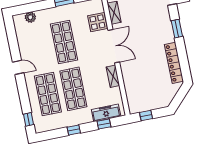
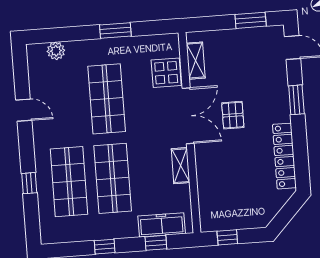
pallet: (140, 42) -> (233, 115), added
door: (18, 67) -> (24, 110), moved
window: (29, 119) -> (29, 183), moved

